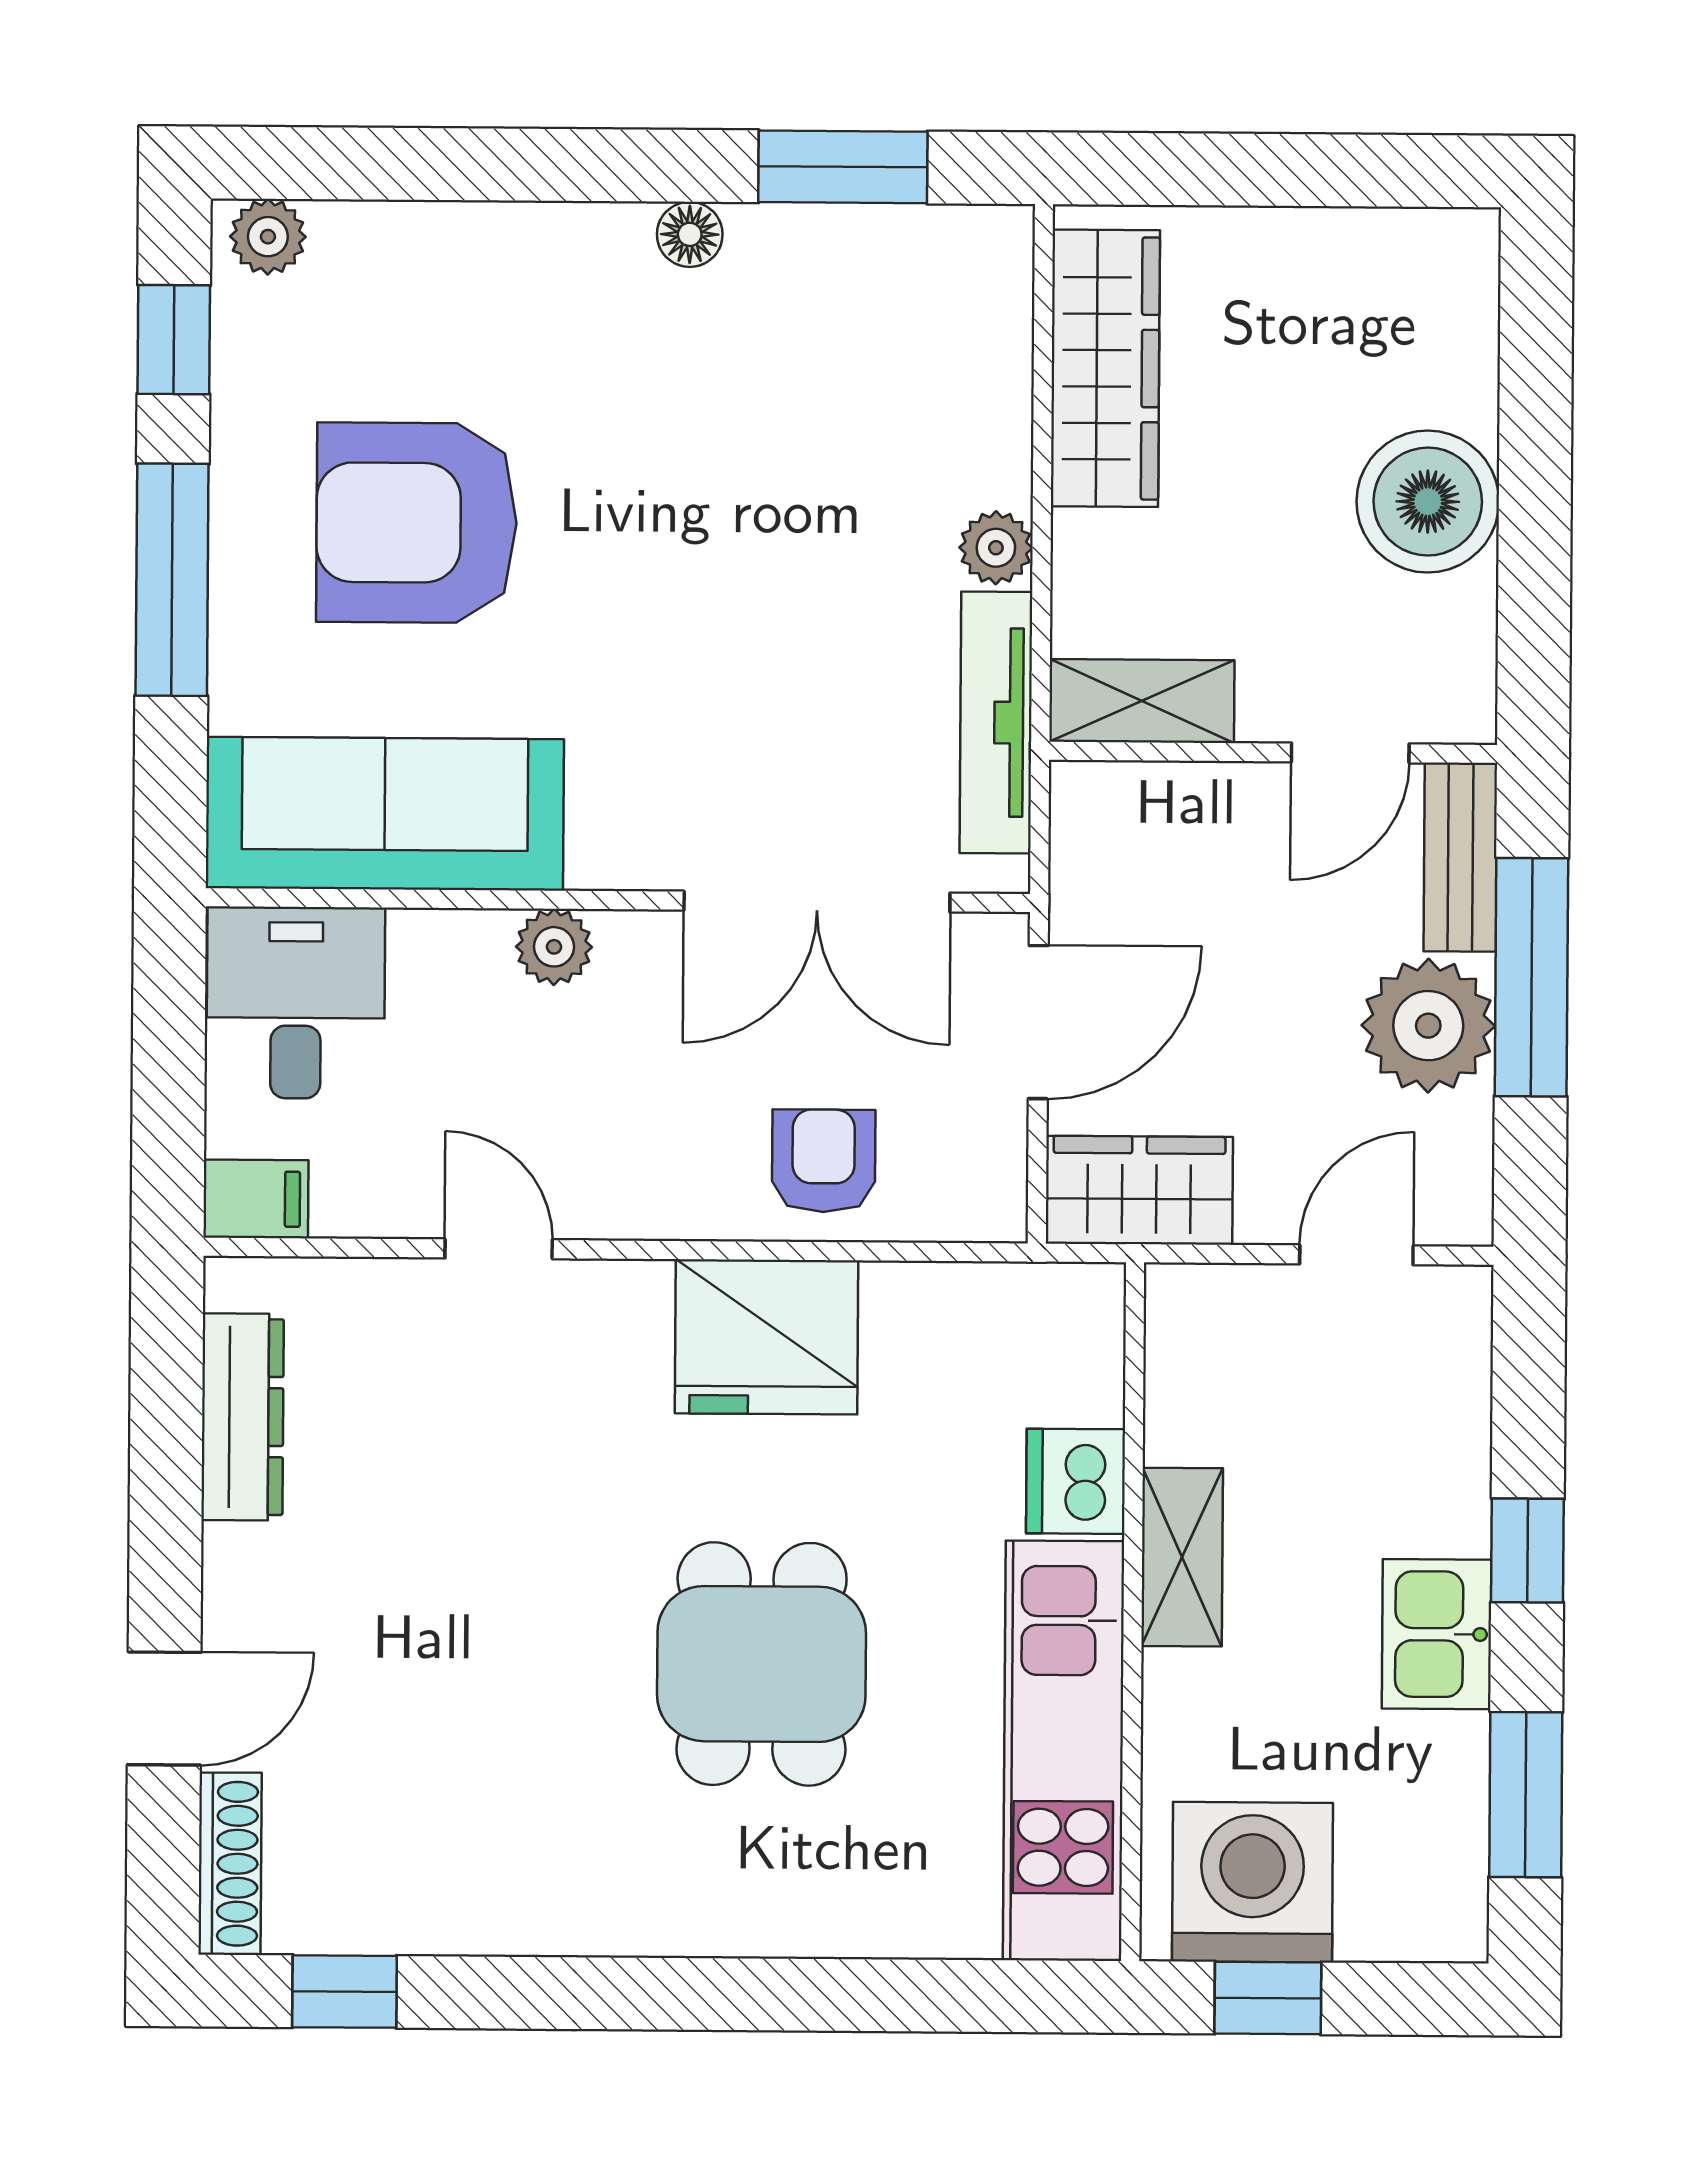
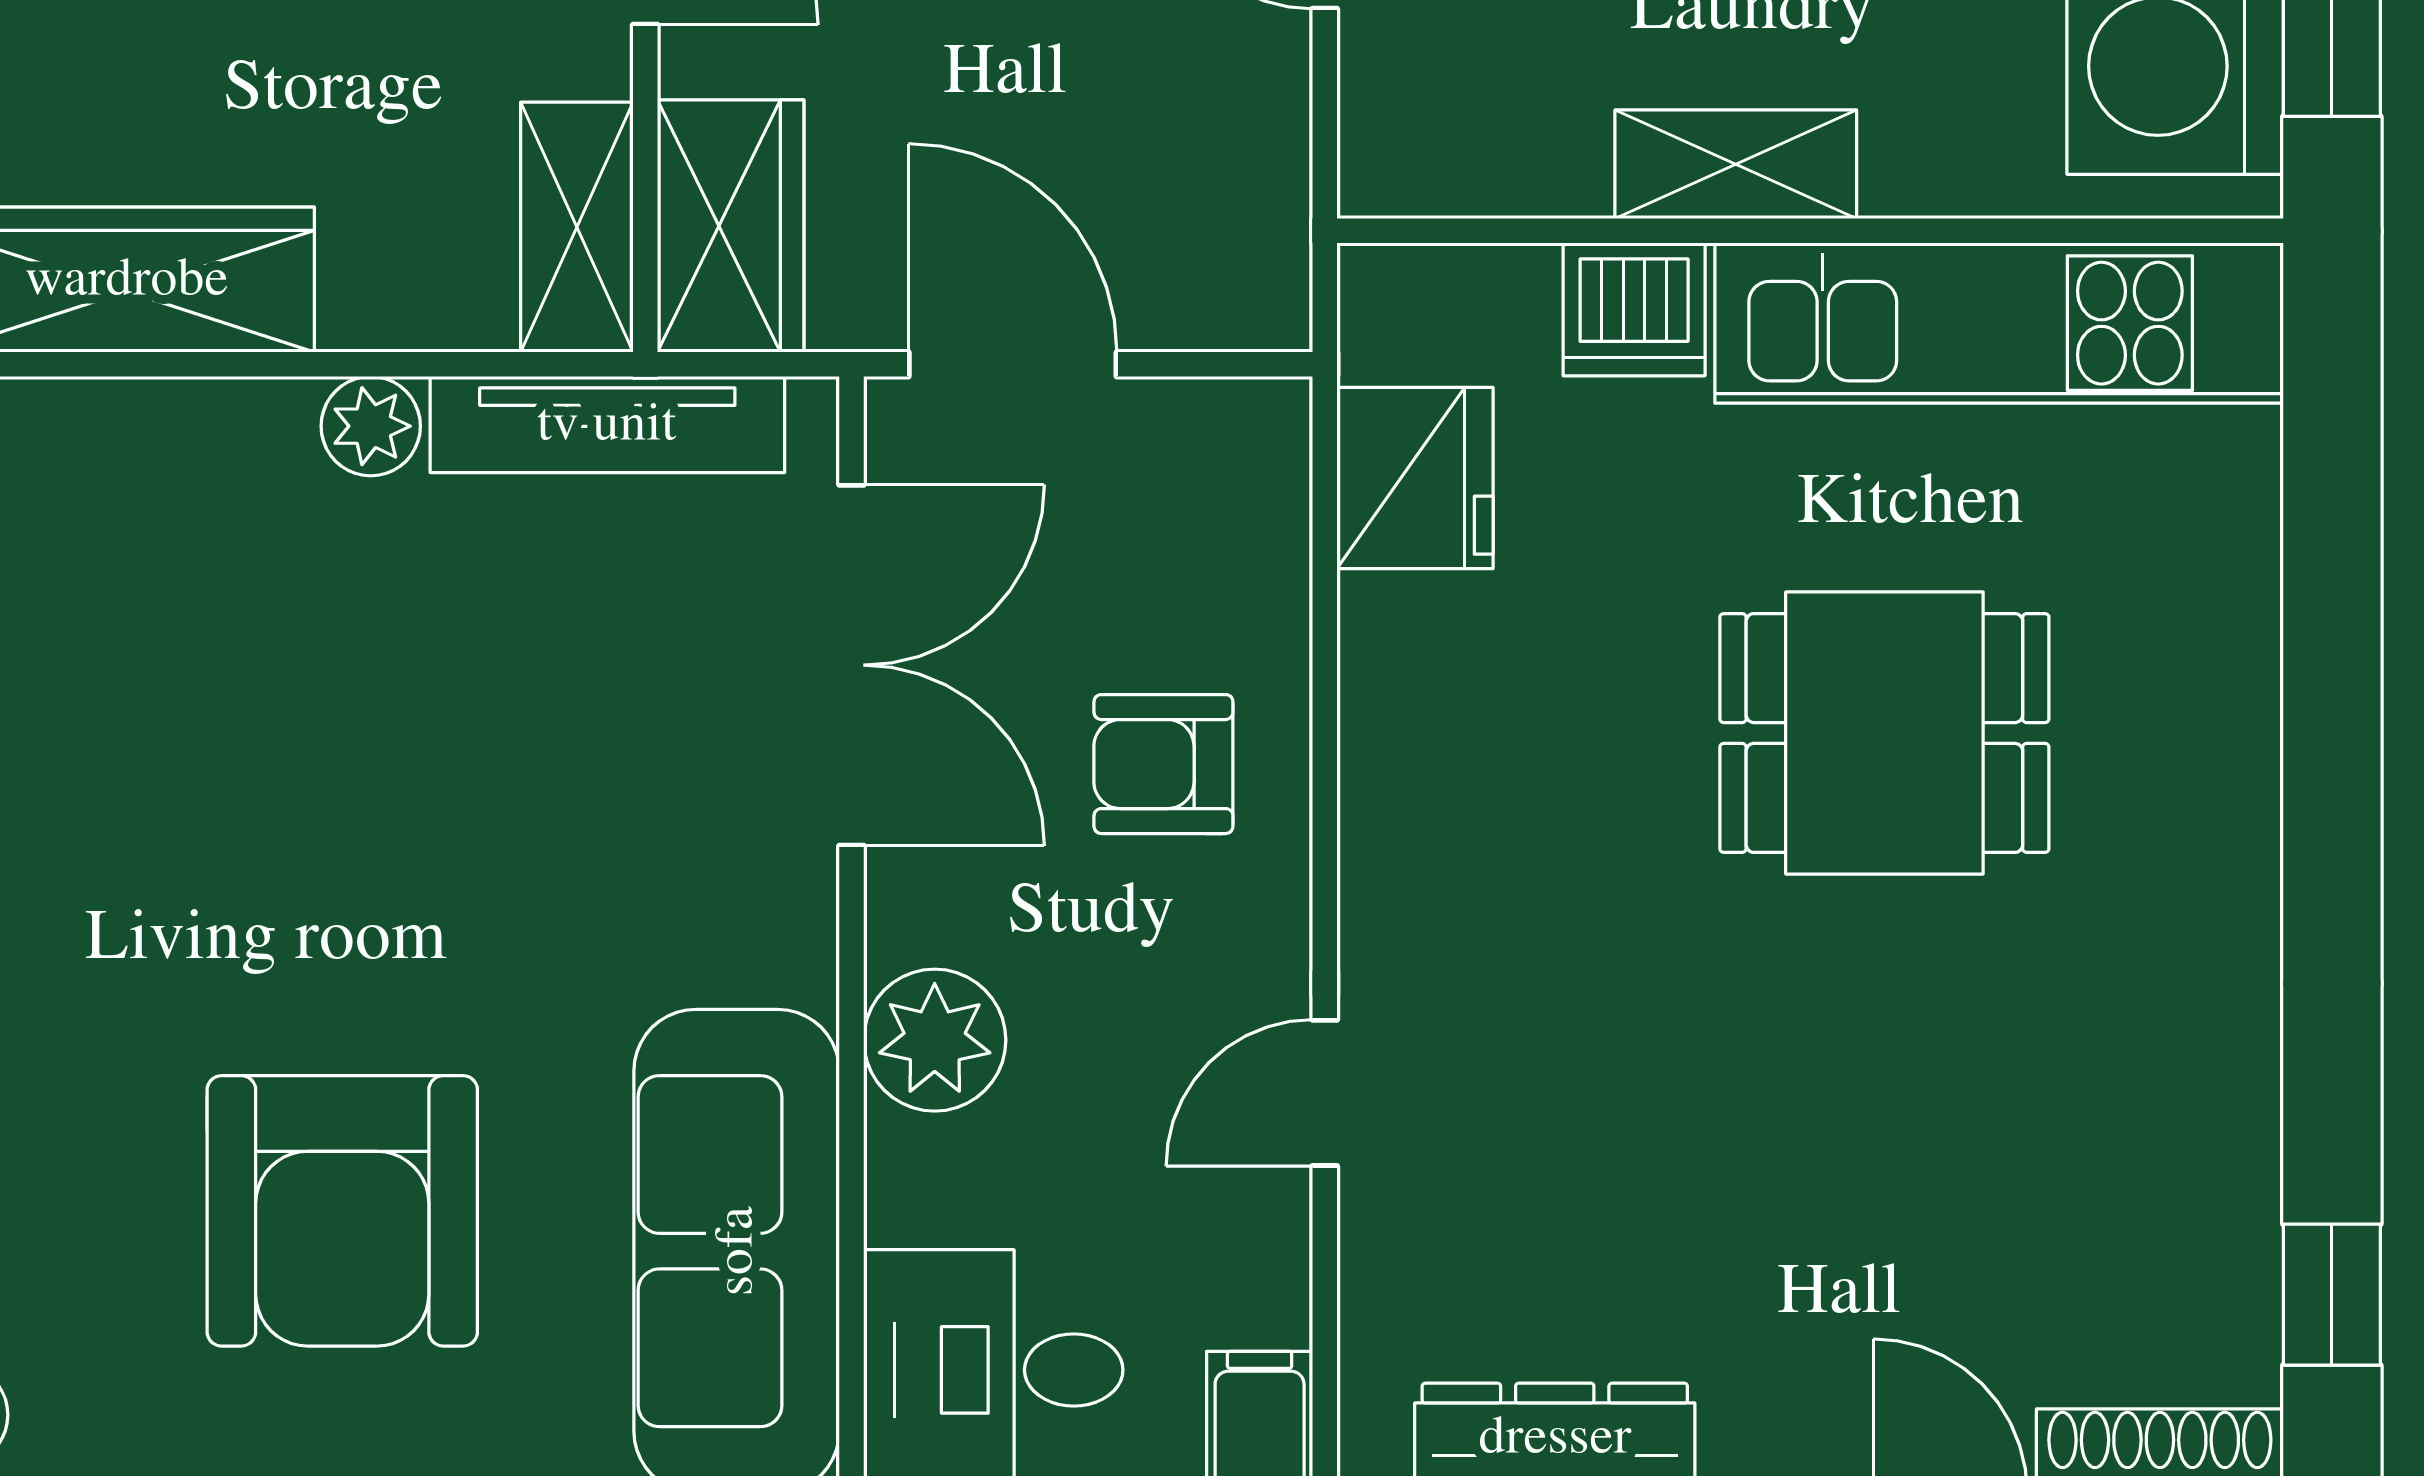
plant: (554, 947) -> (935, 1040), width x1.38, depth x1.38
armchair: (824, 1161) -> (1163, 764), moved
wardrobe: (1139, 1190) -> (731, 226), moved, turned 180
fridge: (766, 1337) -> (1415, 478), moved, width x0.73, depth x0.75

